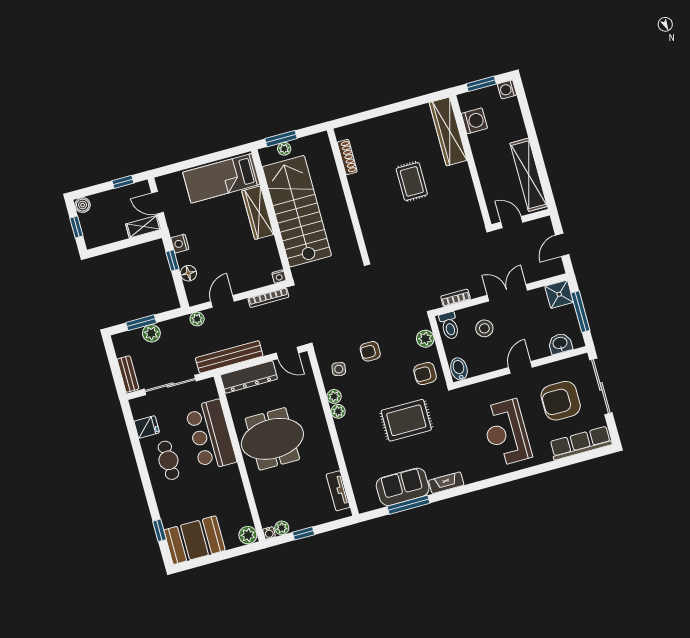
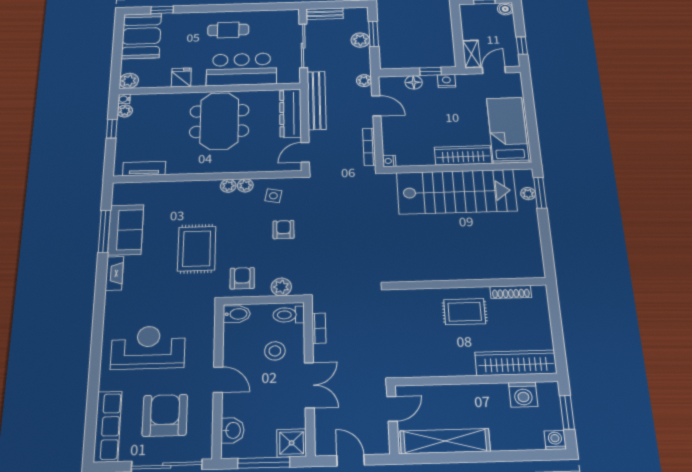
shoe rack: (347, 157) -> (511, 292), moved
wall: (348, 194) -> (468, 284), moved
fridge: (147, 427) -> (181, 77), moved, turned 180

